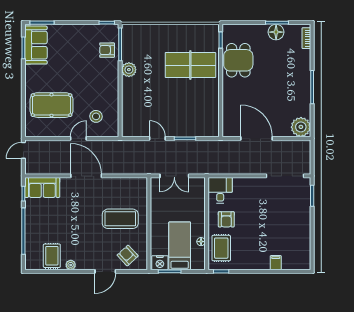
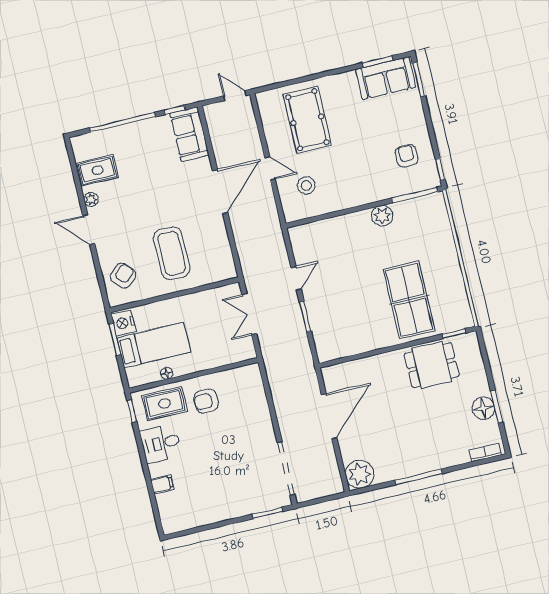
armchair: (107, 50) -> (407, 156), moved
desk: (220, 190) -> (161, 443), moved, turned 180
door: (105, 271) -> (89, 230), moved

